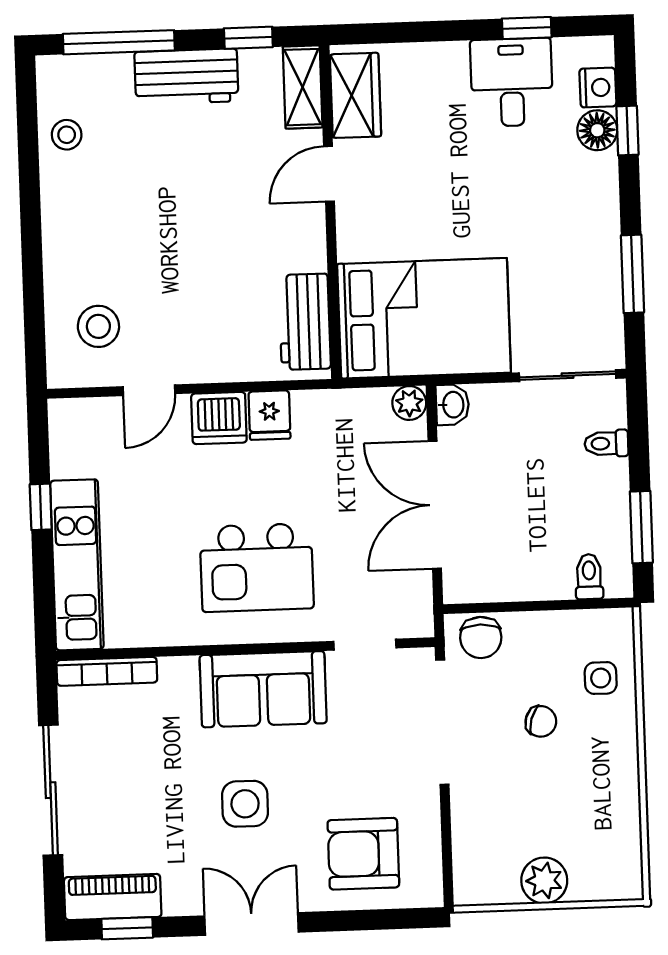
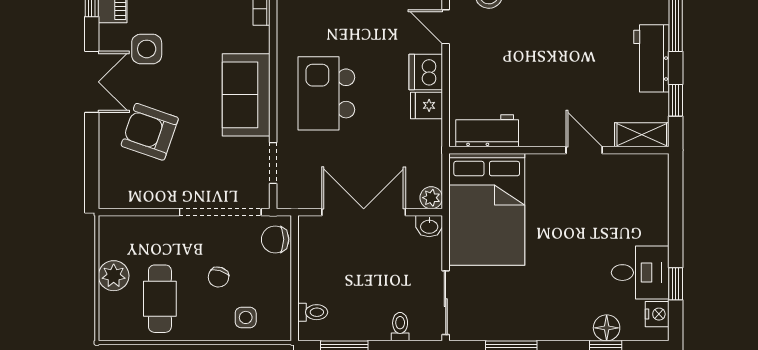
nightstand: (598, 88) -> (657, 314), moved, turned -90
wardrobe: (356, 95) -> (635, 169), removed
side table: (245, 804) -> (147, 49), moved
cafe table: (577, 809) -> (160, 299), added
armchair: (363, 854) -> (150, 132), moved, turned -71

